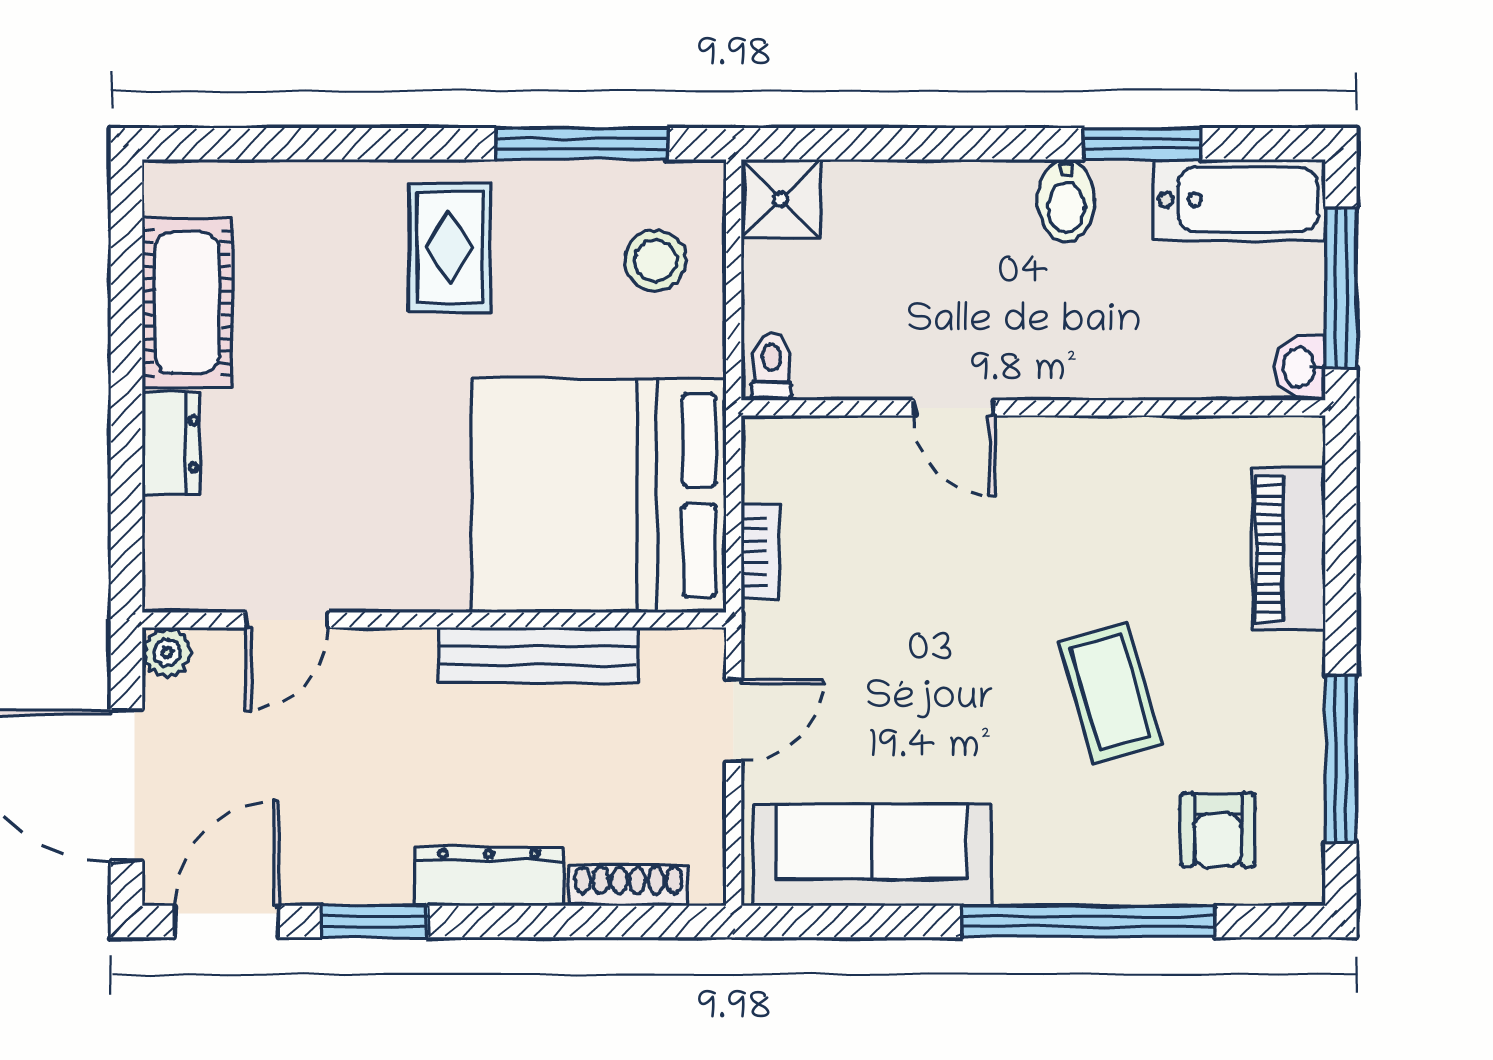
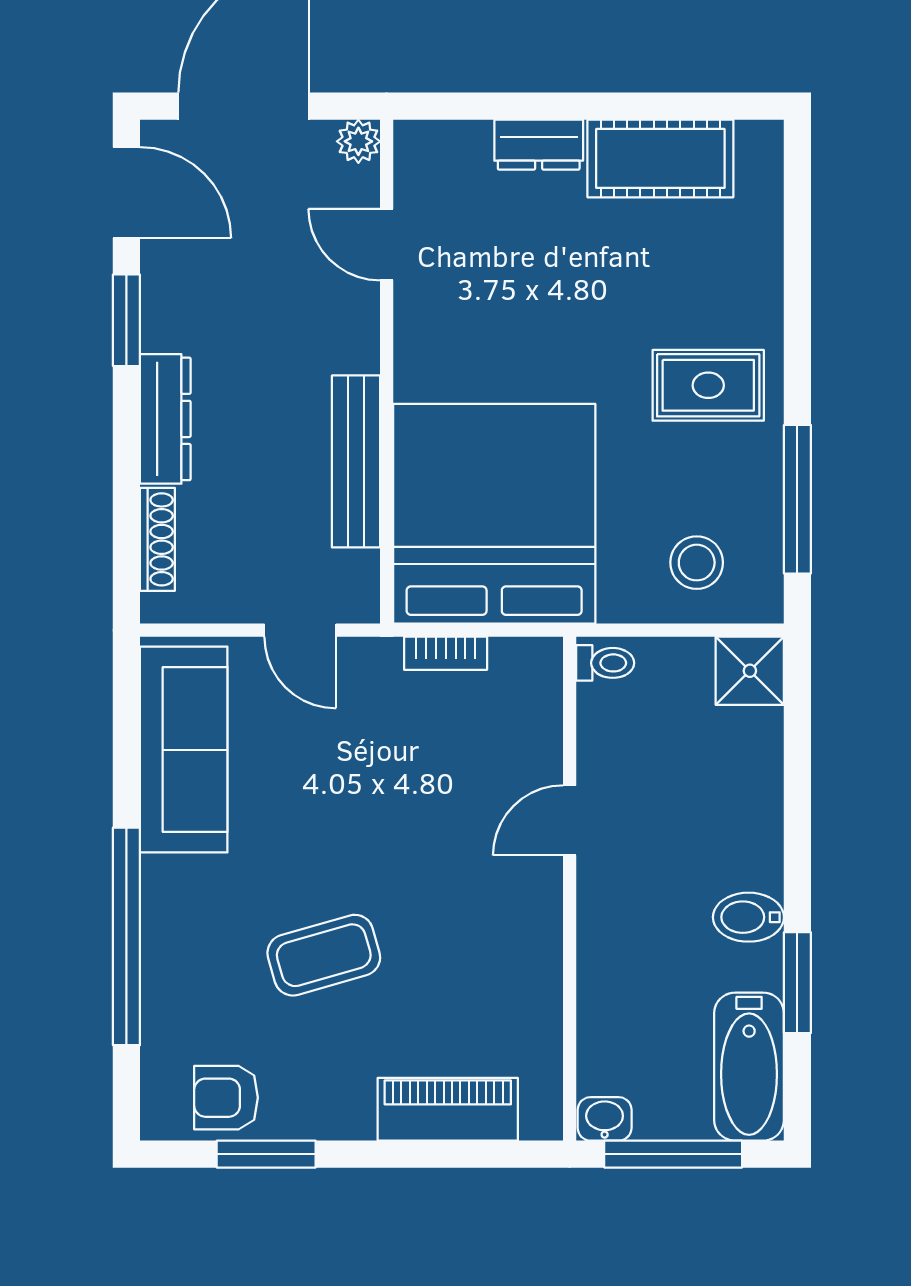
window: (1341, 760) -> (266, 1154), width x0.69
armchair: (1218, 830) -> (226, 1098), moved

